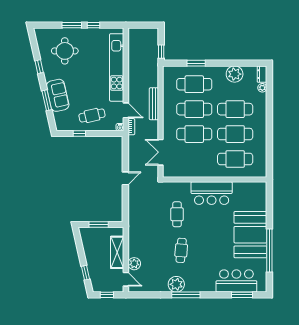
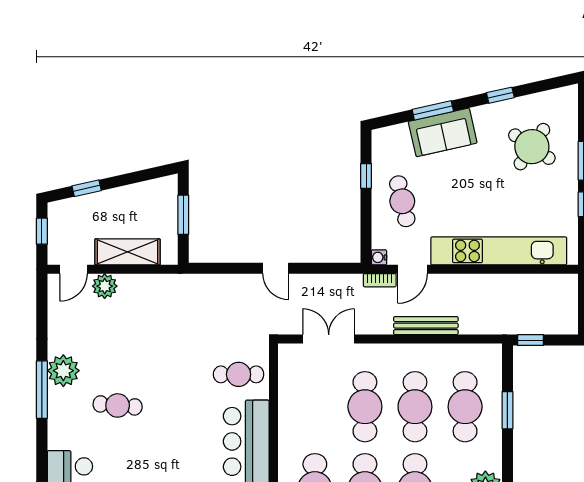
round table: (65, 51) -> (532, 147), turned 34
cafe table: (177, 214) -> (239, 374), moved
cafe table: (181, 250) -> (118, 405), moved

